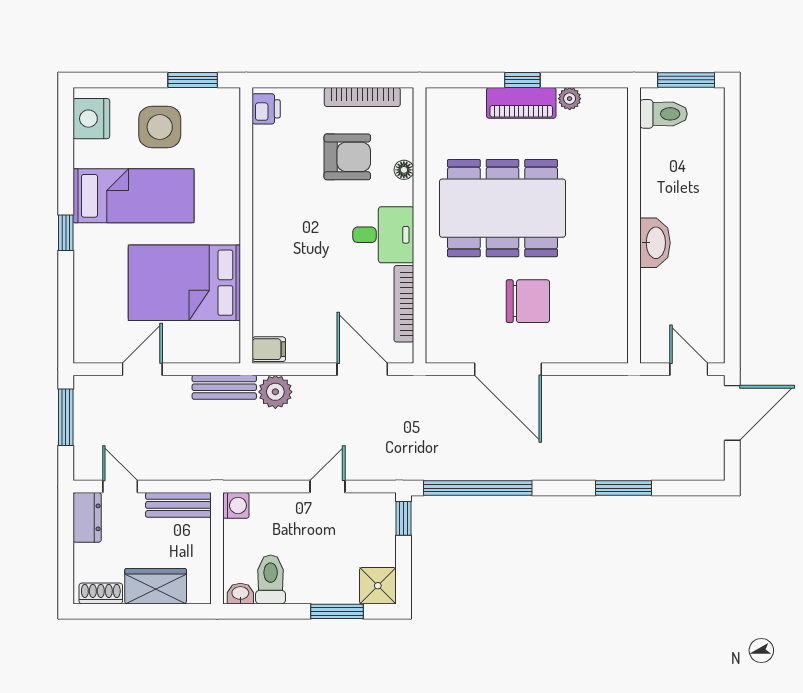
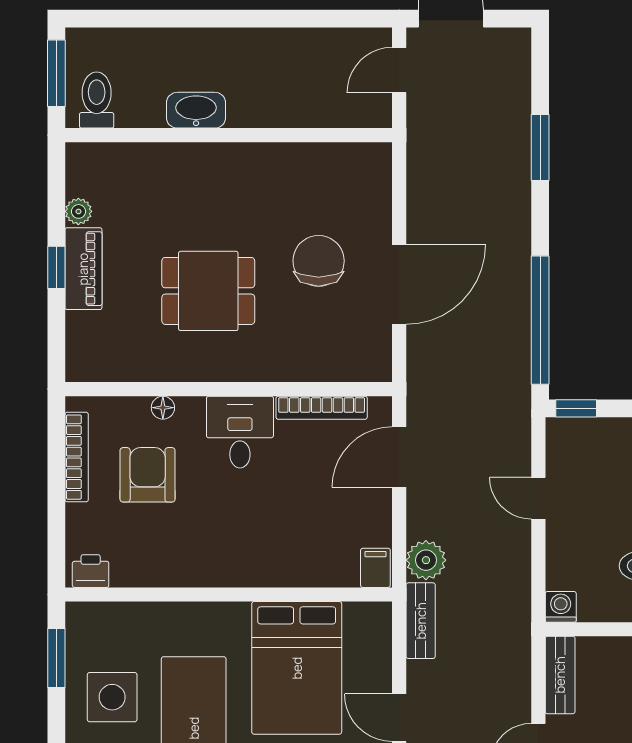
dining table: (502, 208) -> (208, 291), width x0.53, depth x0.80
washbasin: (655, 243) -> (196, 110), moved

